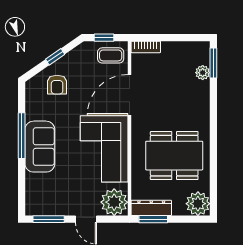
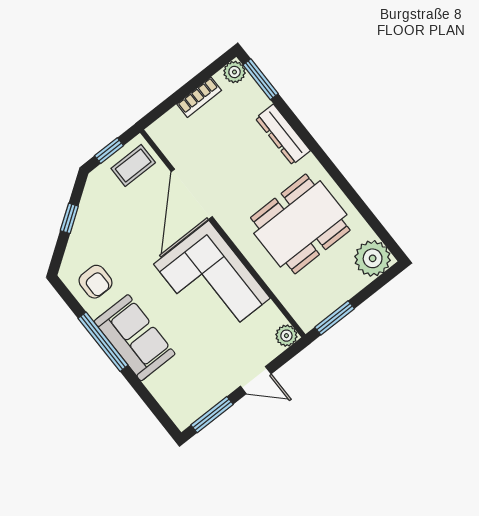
bookcase: (146, 47) -> (199, 97), moved
plant: (203, 73) -> (234, 72), moved
armchair: (57, 85) -> (95, 282), moved
plant: (114, 202) -> (286, 336), width x0.53, depth x0.53
dresser: (151, 208) -> (283, 135), moved, turned -90

